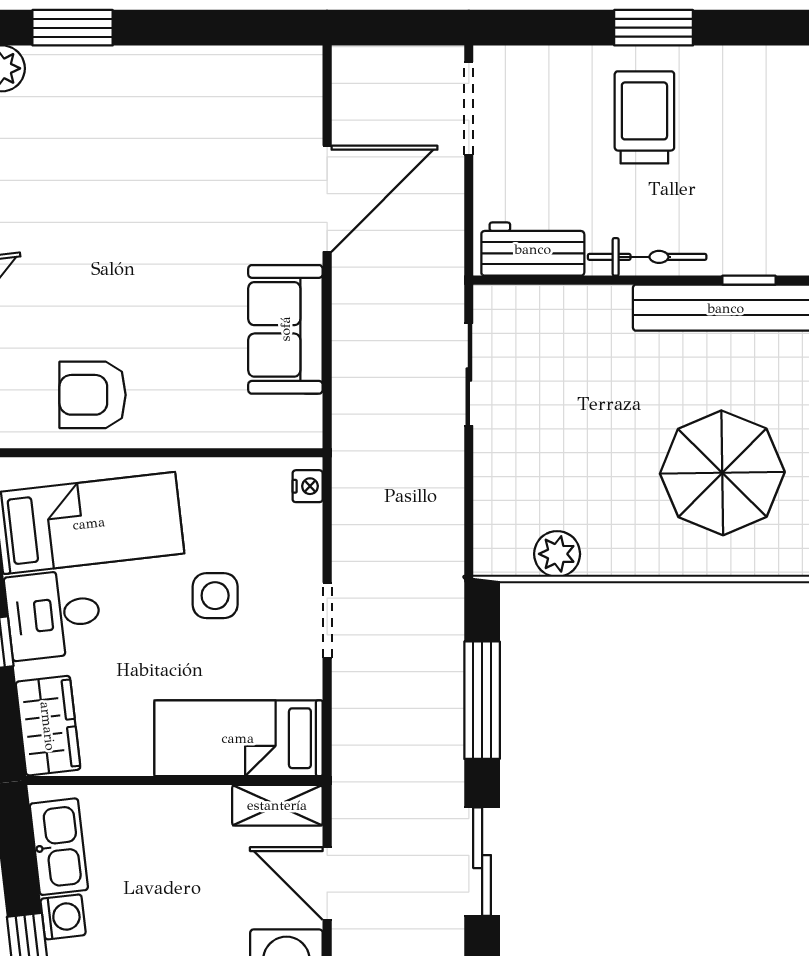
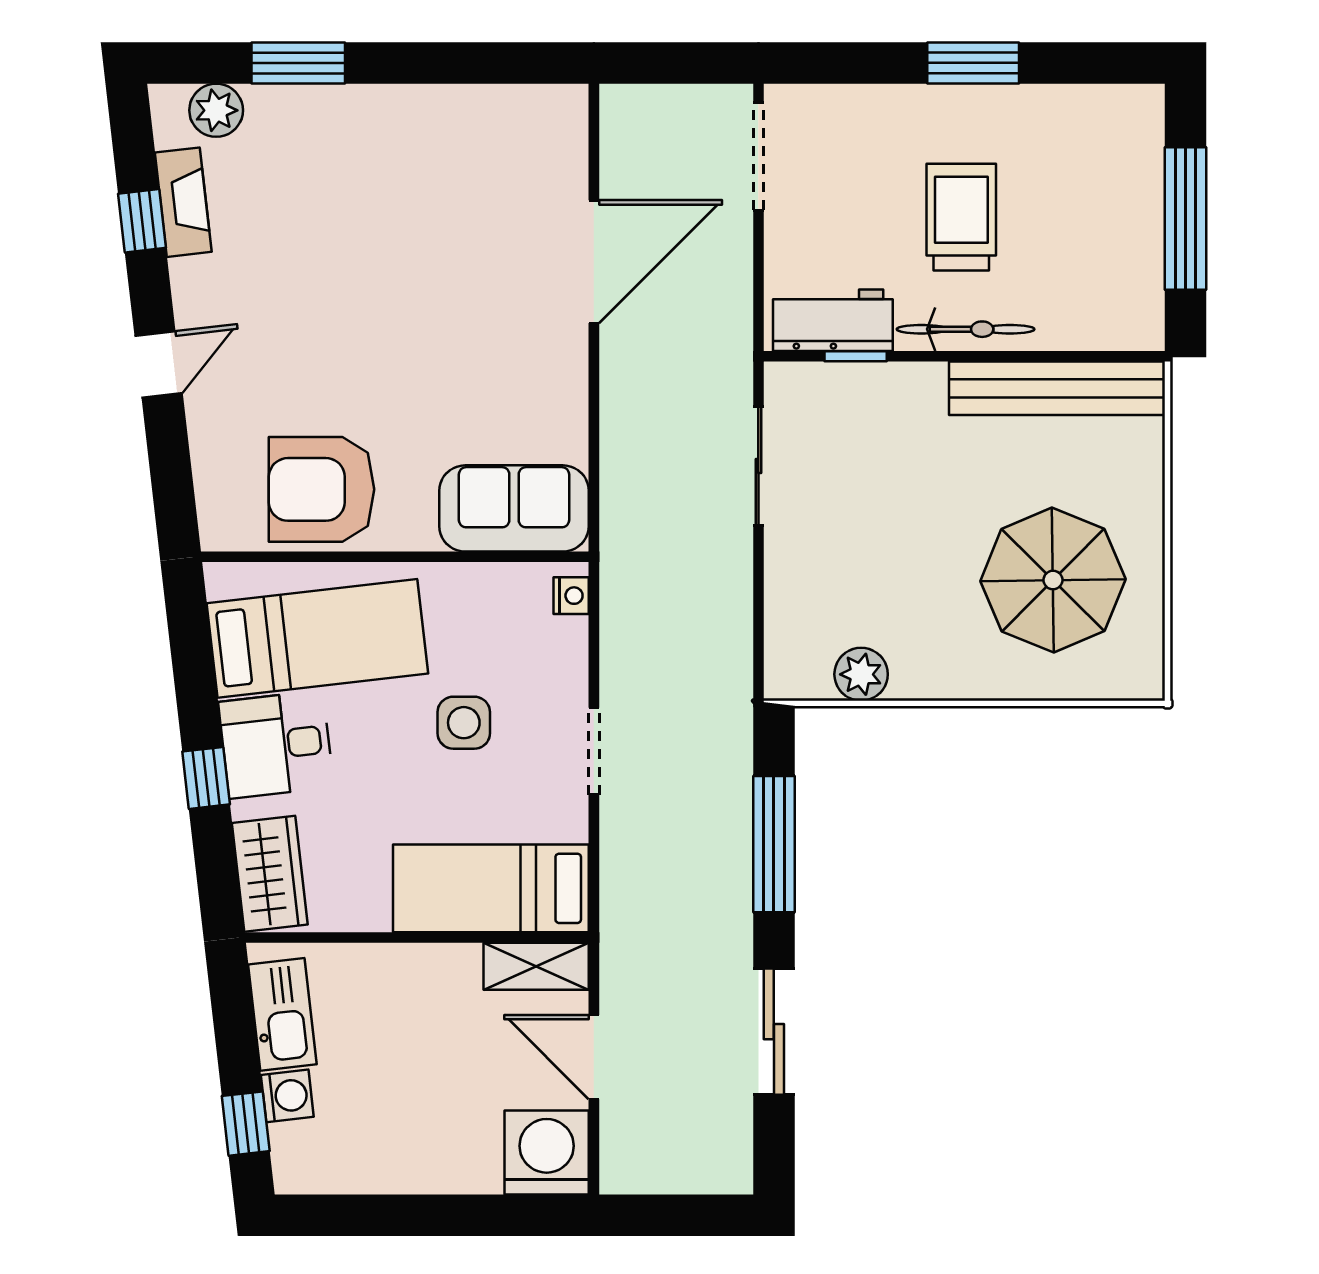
trolley: (644, 117) -> (961, 217), moved
window: (749, 280) -> (856, 356), moved
sofa: (285, 329) -> (514, 508), moved, turned 90
armchair: (93, 395) -> (321, 489), width x1.36, depth x1.36

